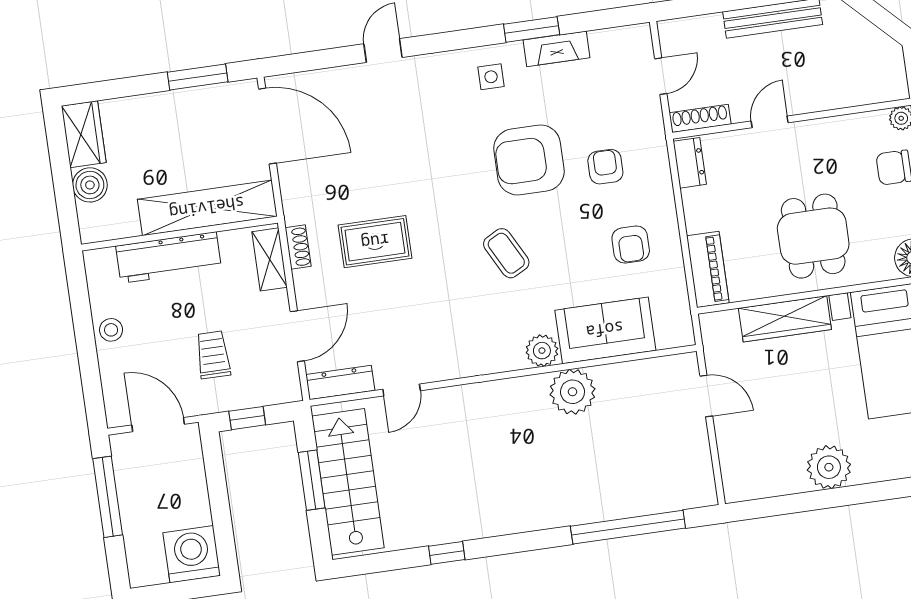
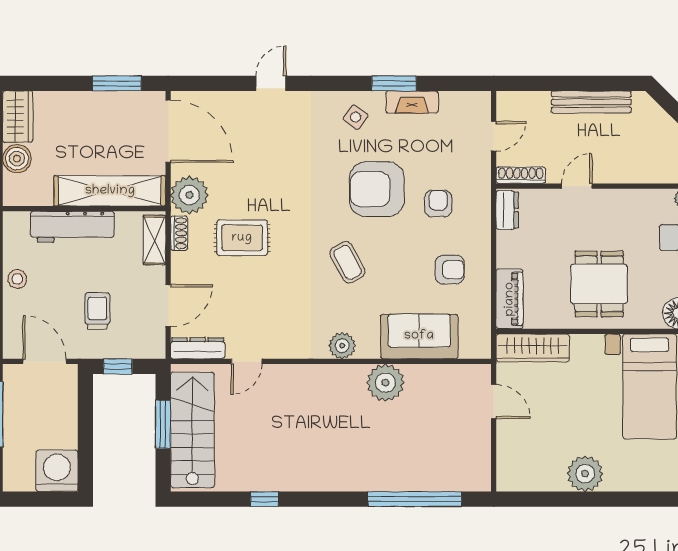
side table: (491, 77) -> (356, 117), turned 37
plant: (304, 199) -> (189, 195), added
armchair: (631, 245) -> (450, 270), turned -90
wardrobe: (785, 319) -> (533, 348), moved
plant: (542, 351) -> (342, 346), moved

